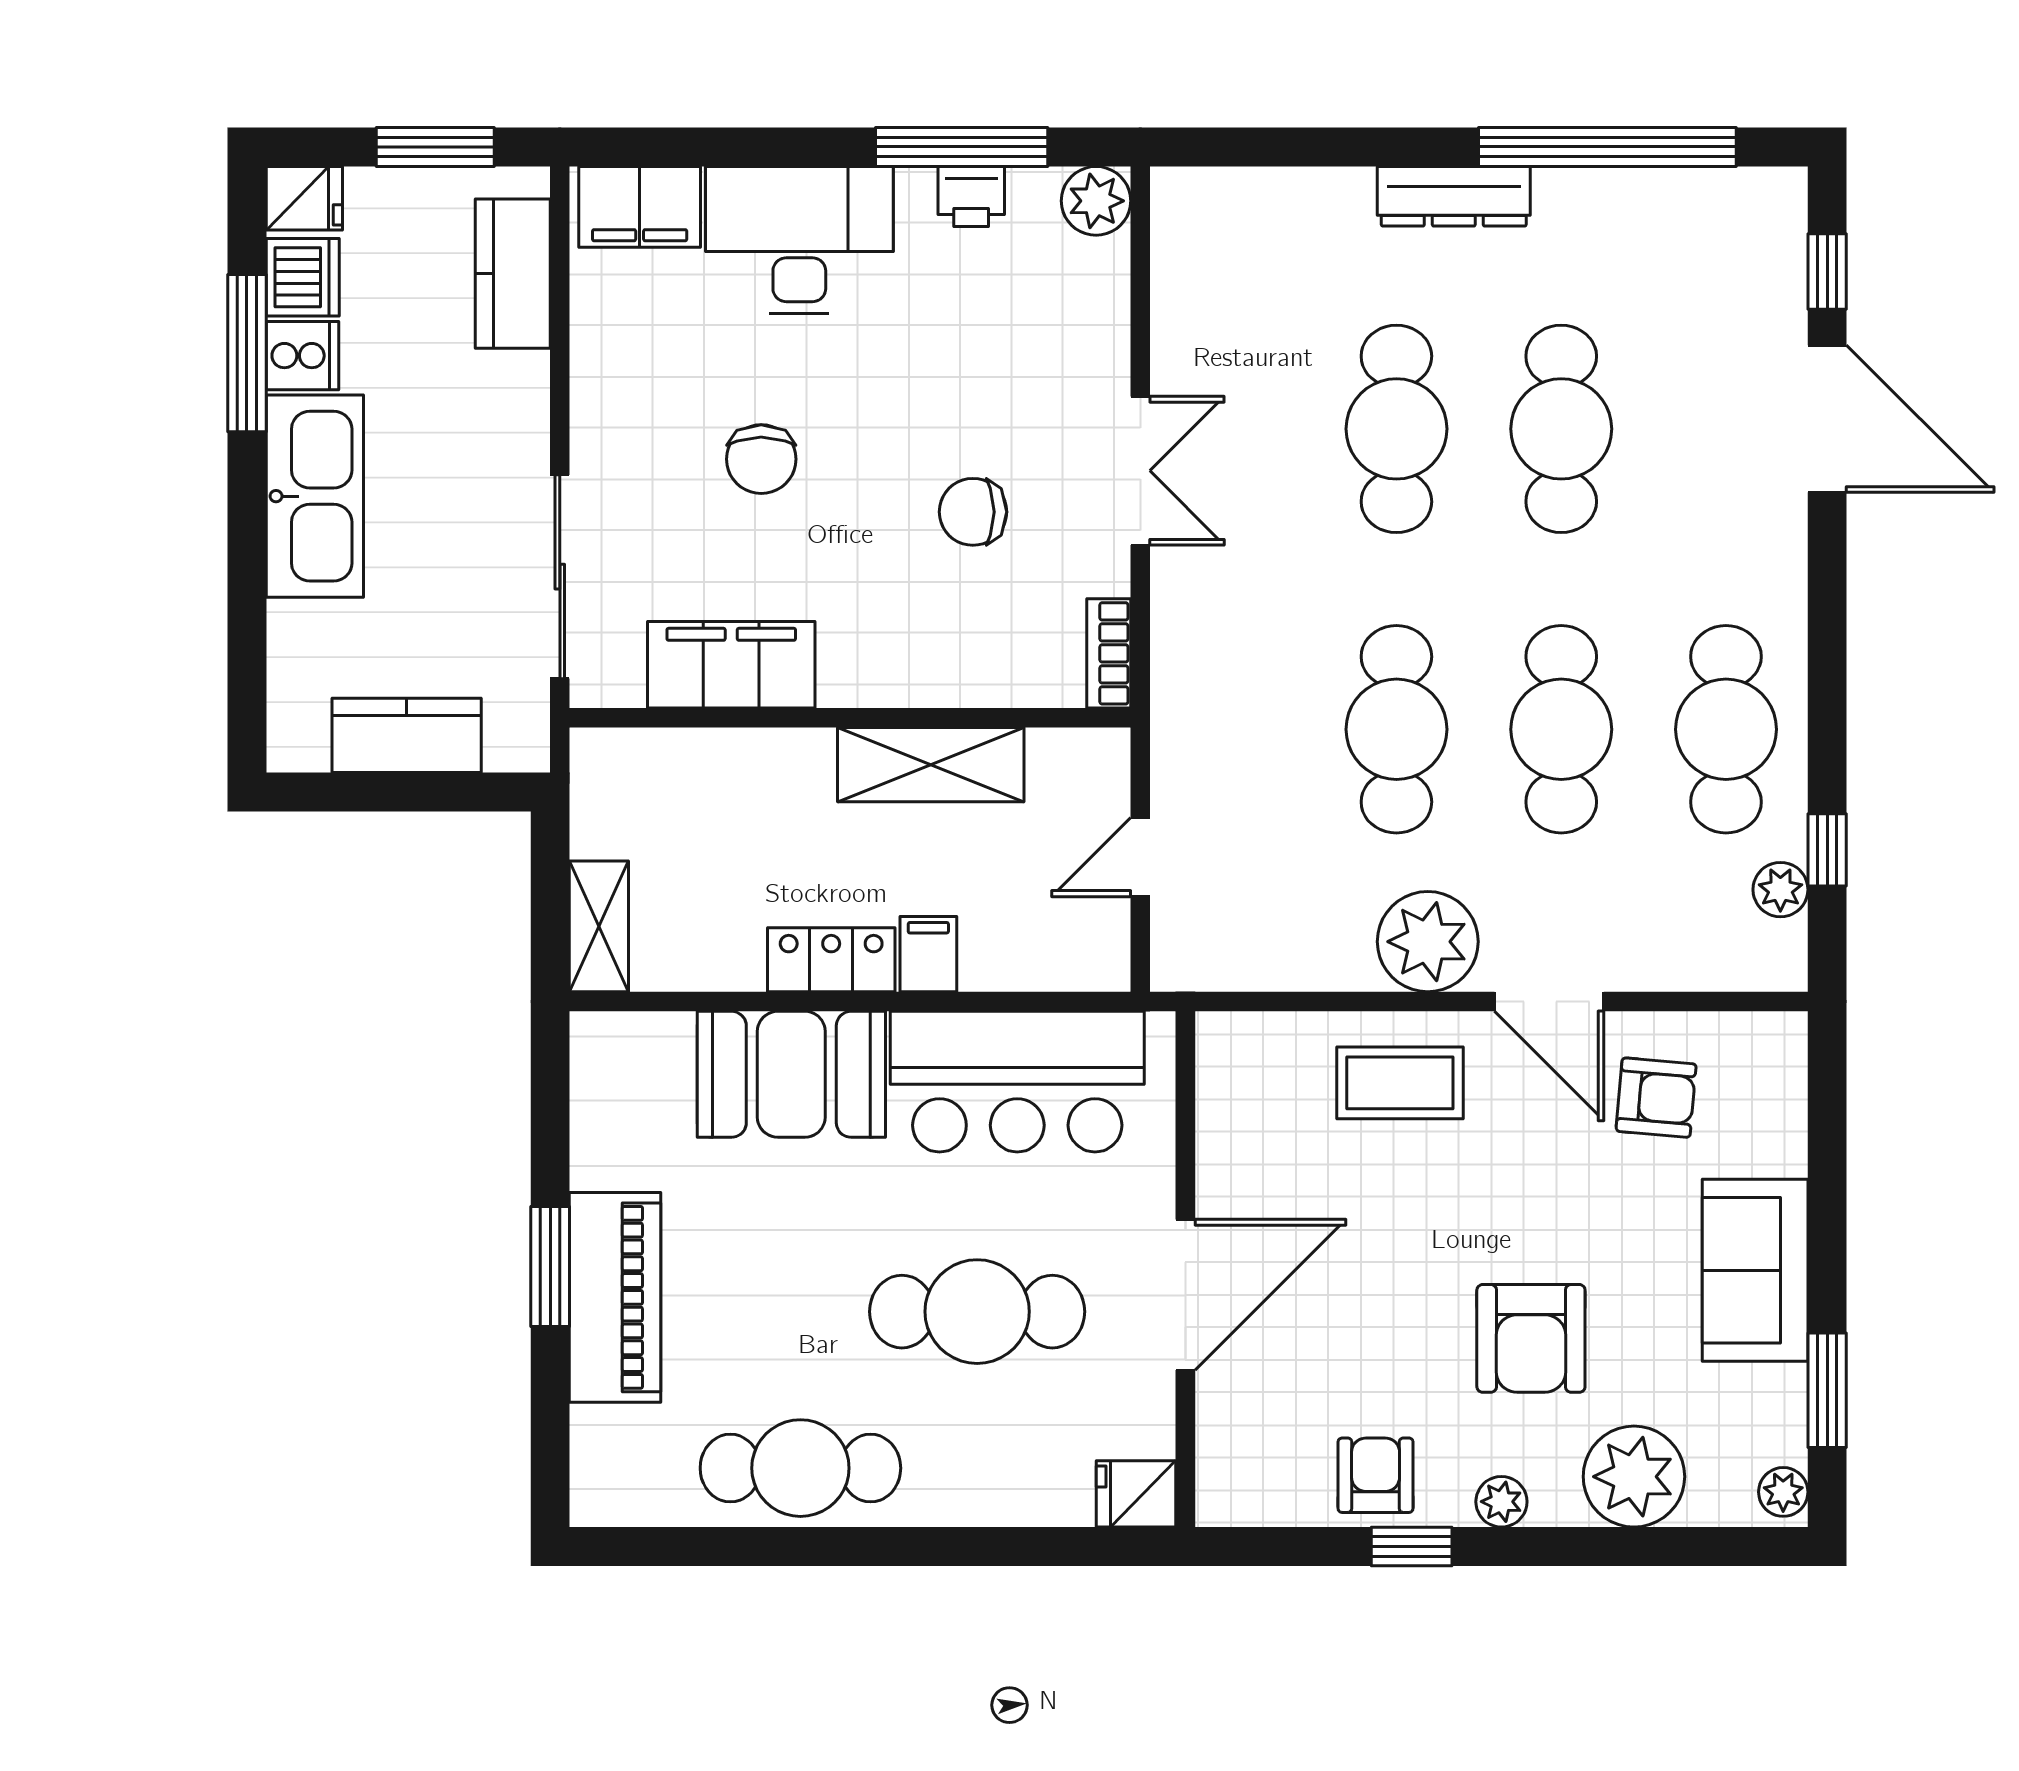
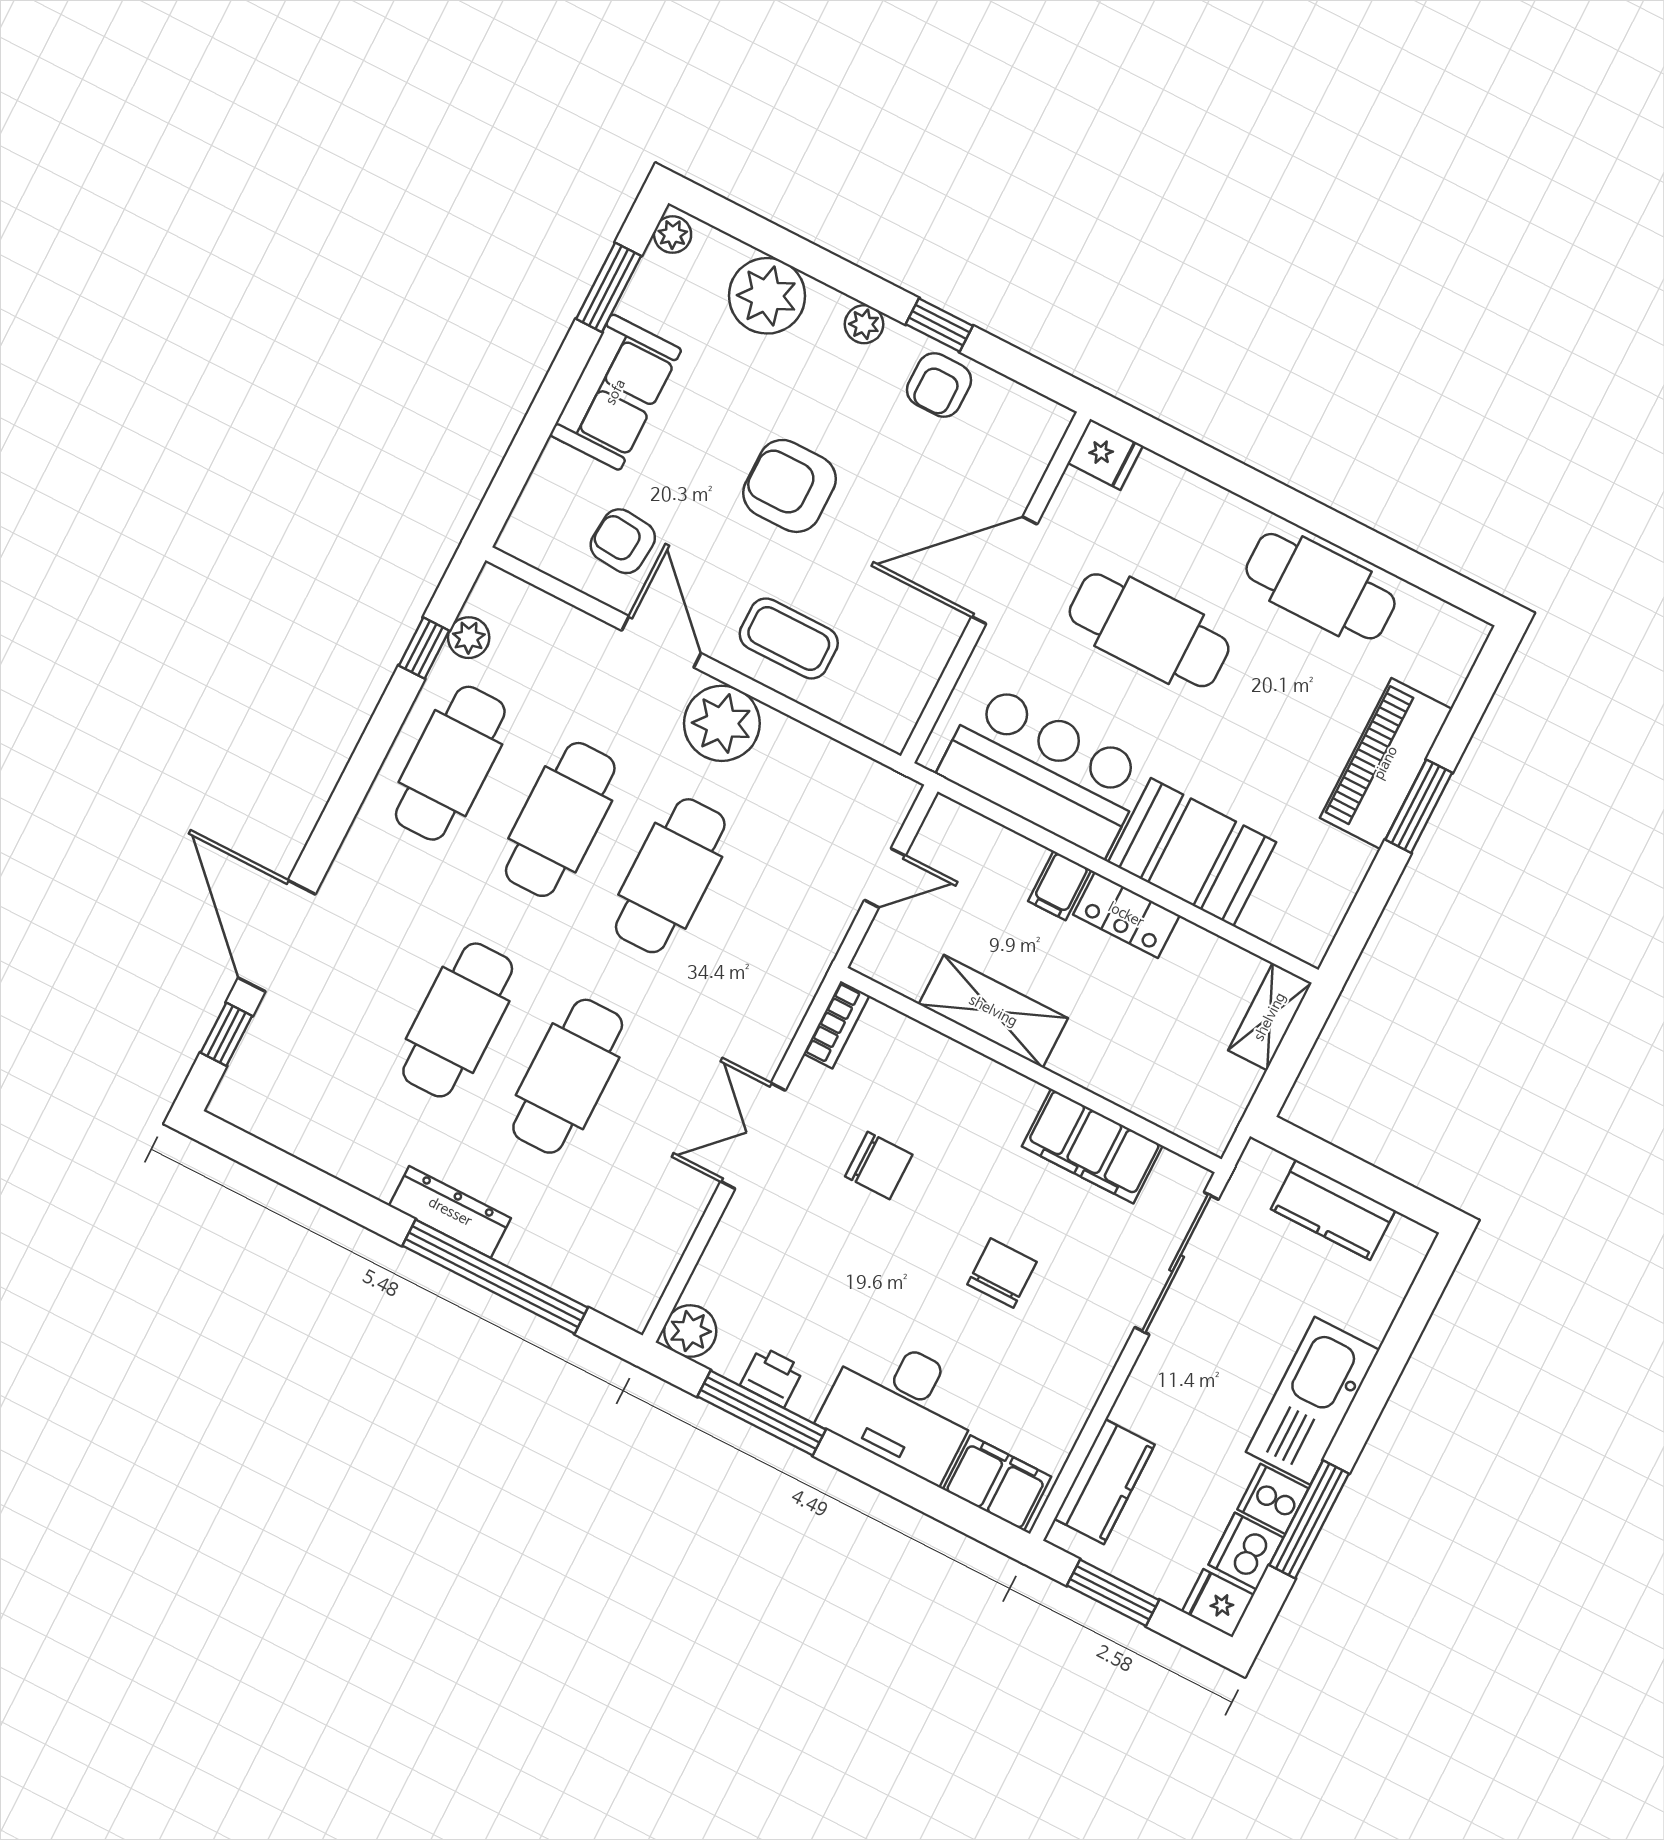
window: (1607, 147) -> (495, 1277), moved
armchair: (1531, 1338) -> (789, 486), moved, turned -90

